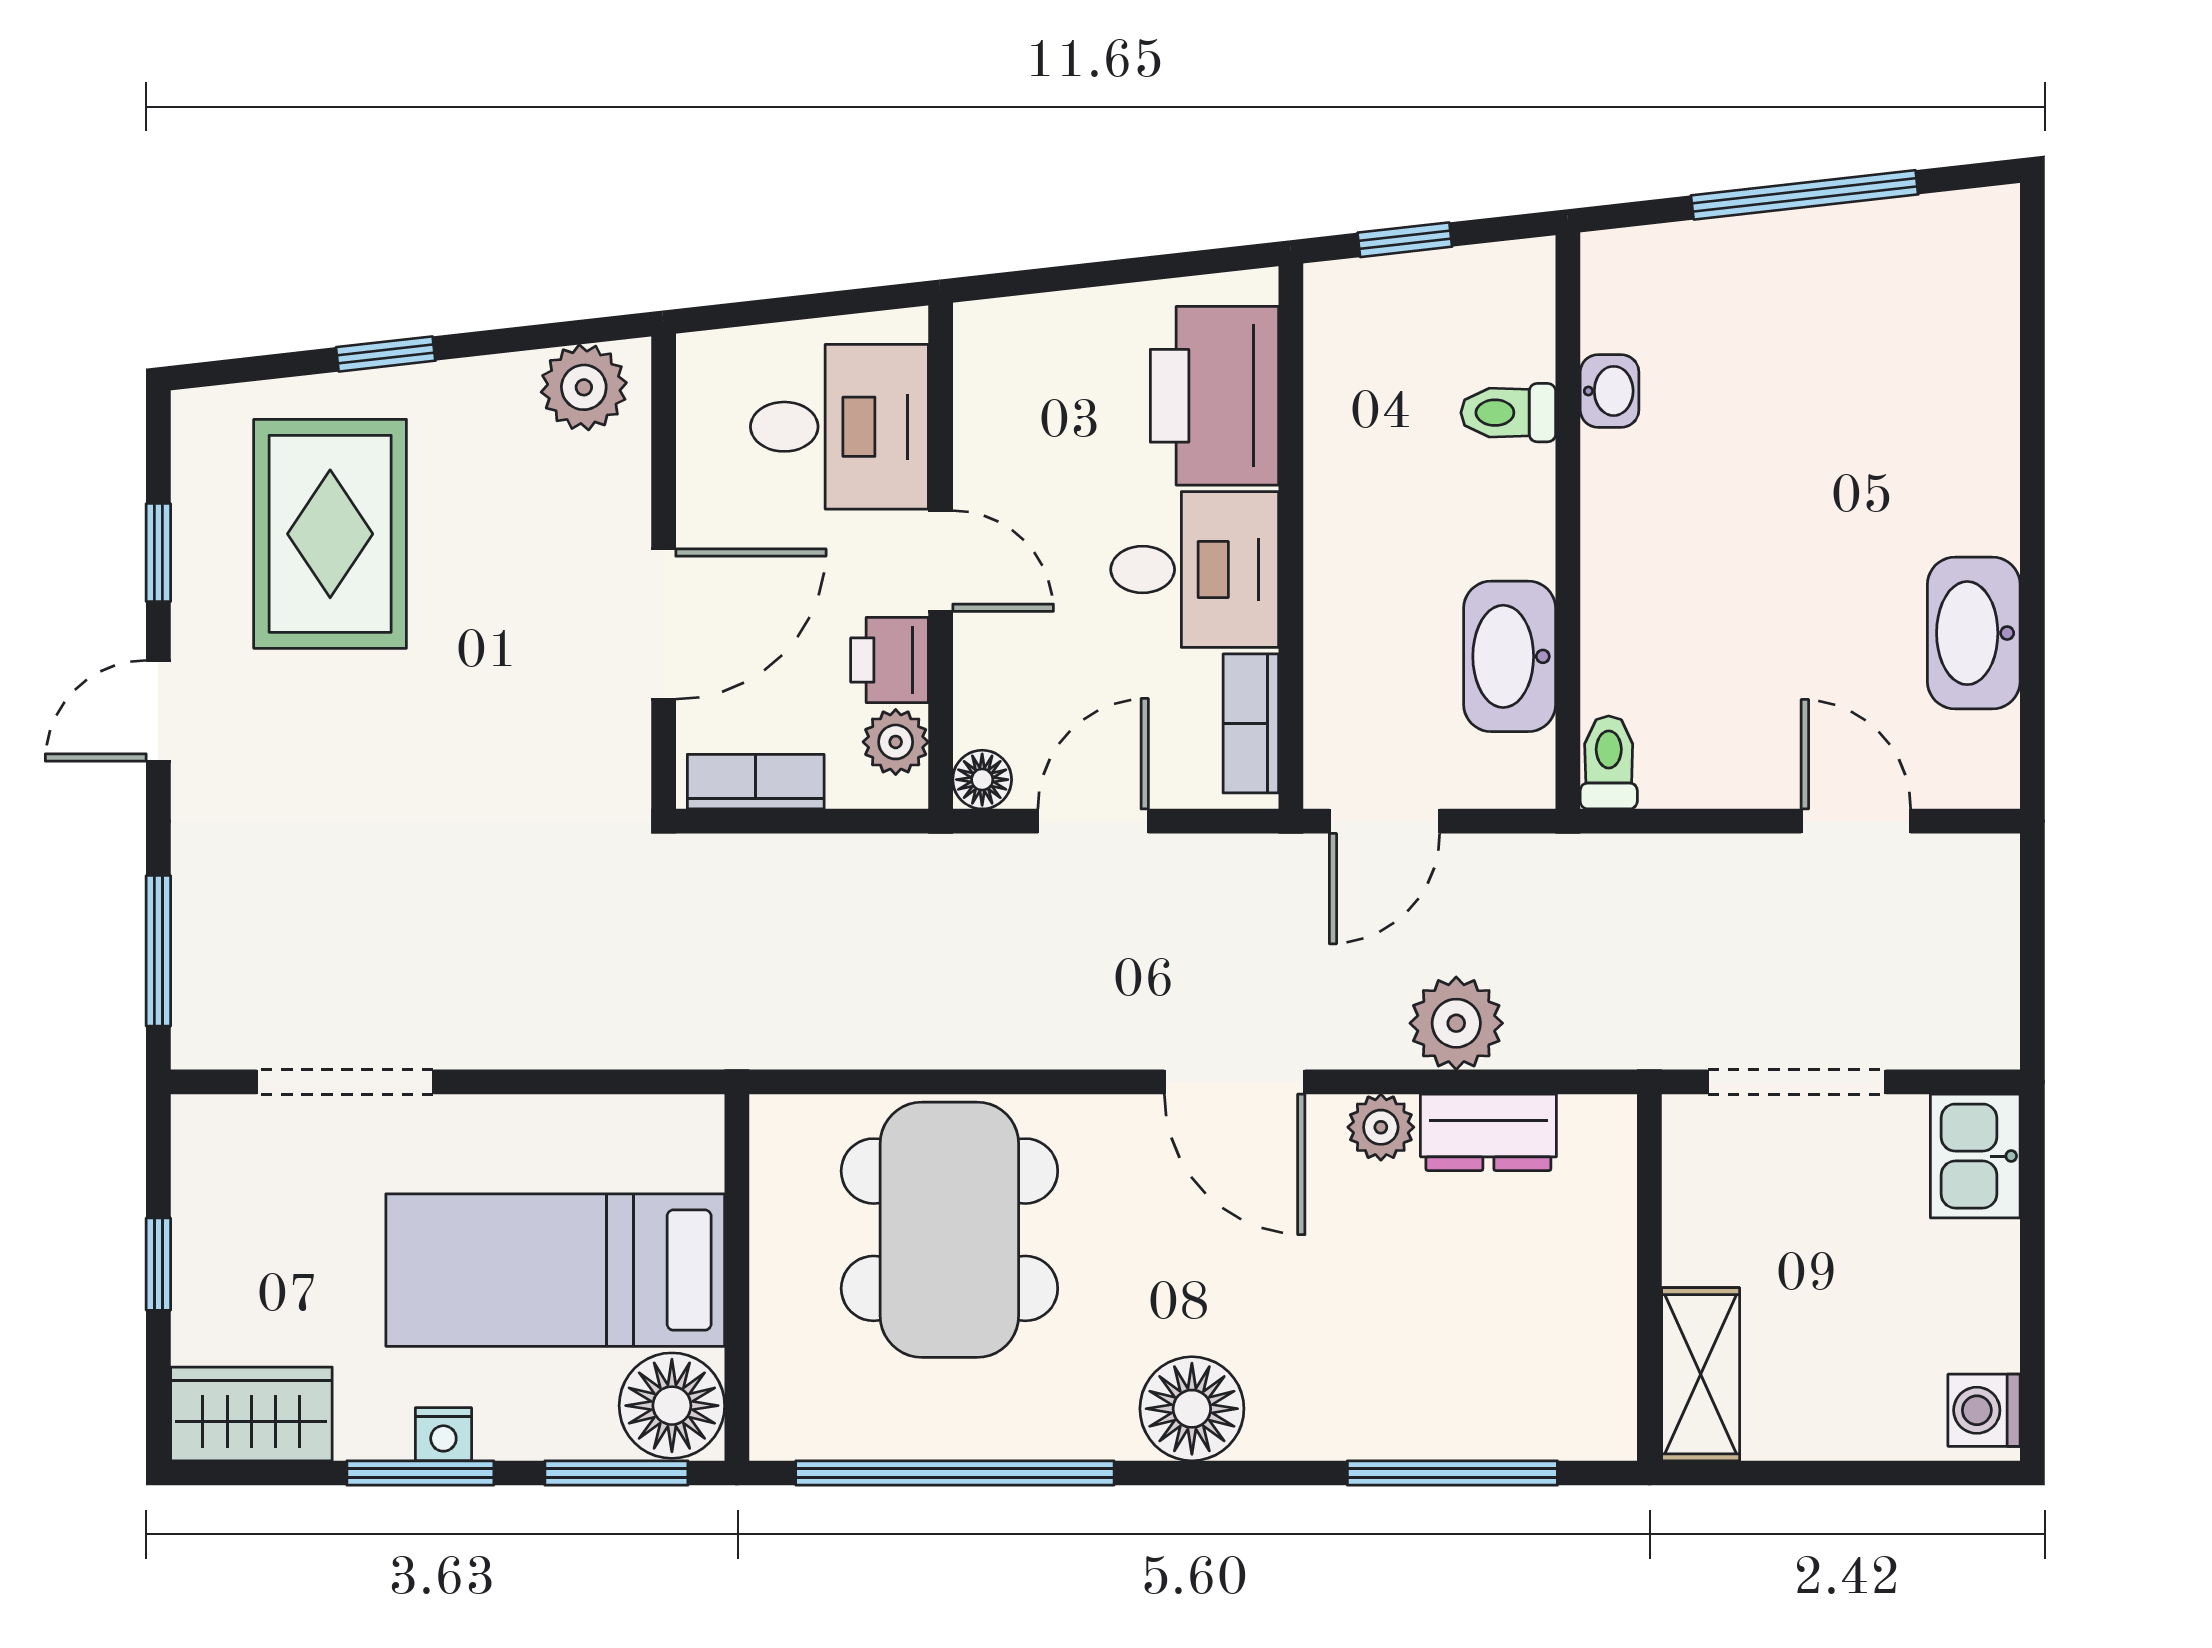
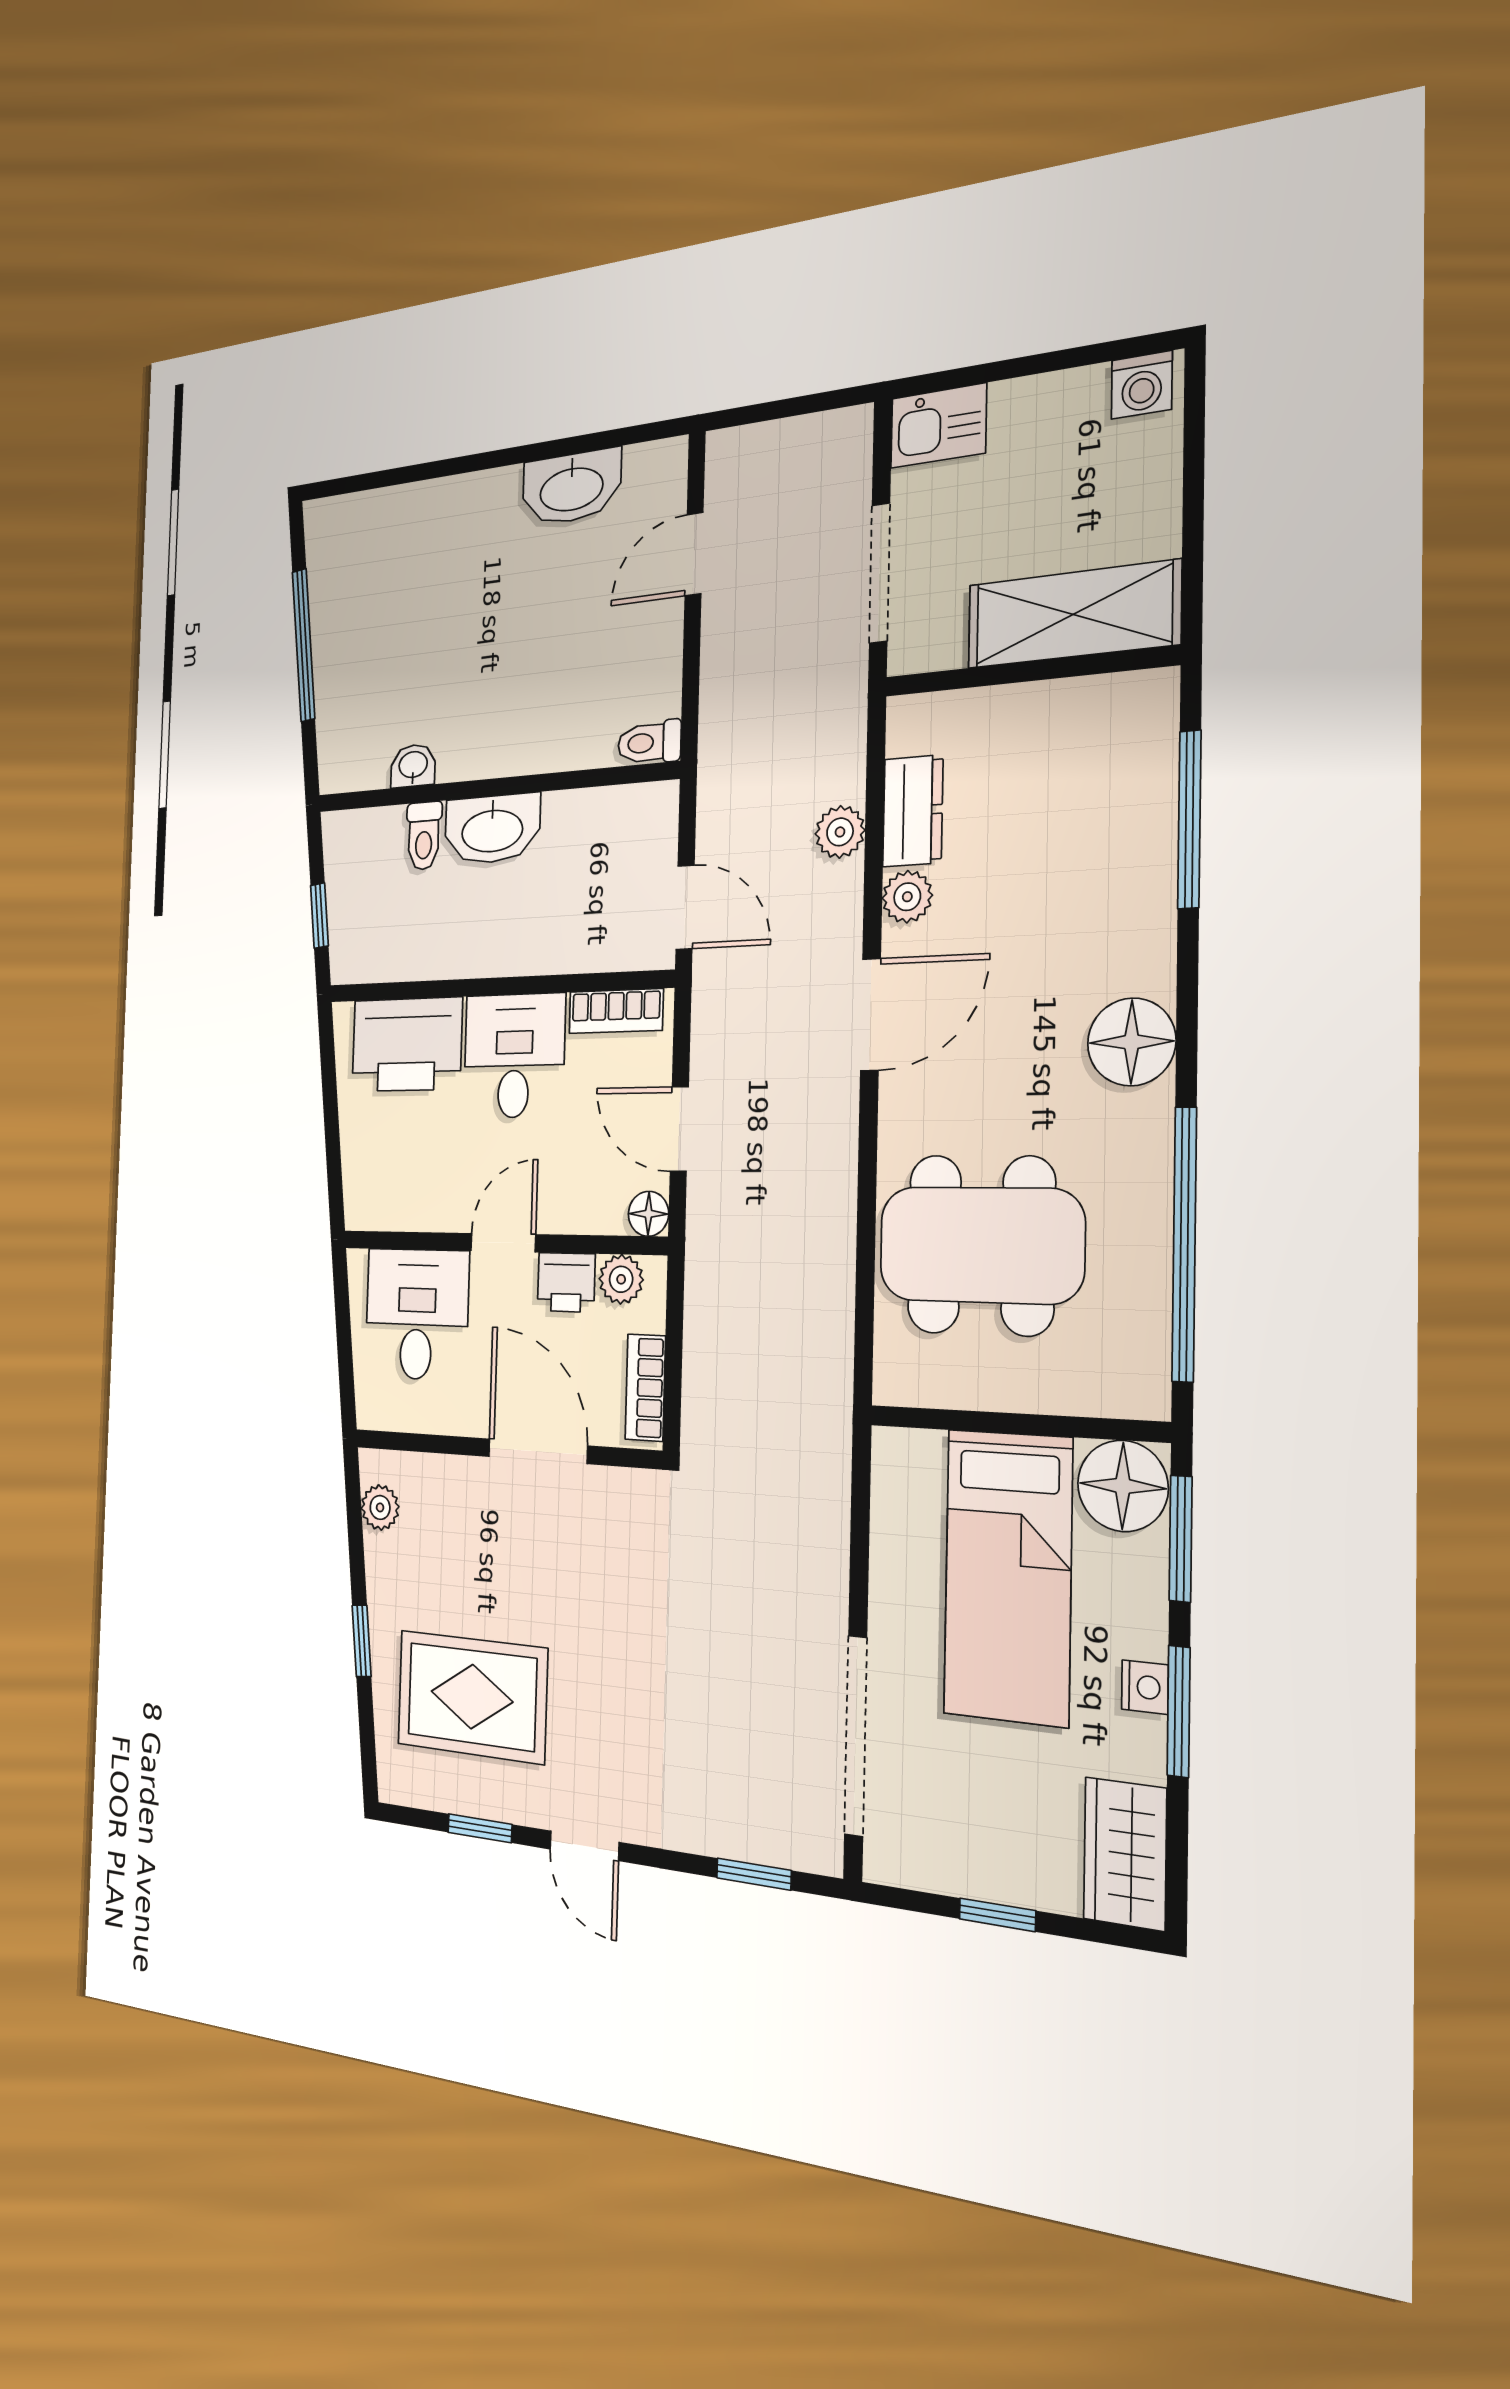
plant: (584, 387) -> (380, 1507), width x0.73, depth x0.73
washbasin: (1510, 656) -> (492, 829), moved
window: (158, 951) -> (754, 1874), width x0.67
plant: (1456, 1023) -> (840, 832), width x0.73, depth x0.73
doorway: (345, 1082) -> (856, 1736), width x1.36
shelving: (1701, 1374) -> (1073, 614), width x1.50, depth x1.33

